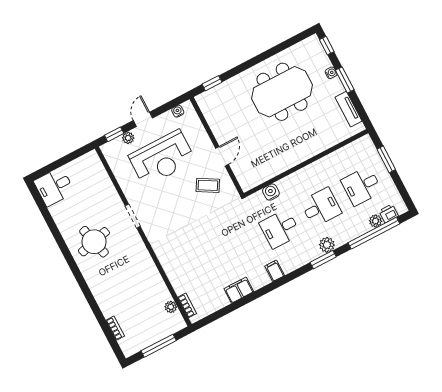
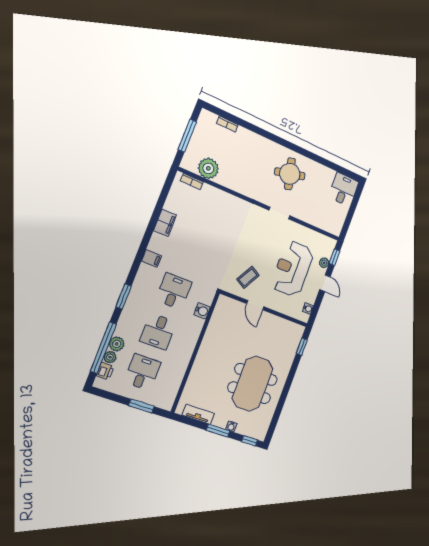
plant: (327, 245) -> (117, 344), moved
plant: (171, 307) -> (208, 168), width x1.88, depth x1.88

